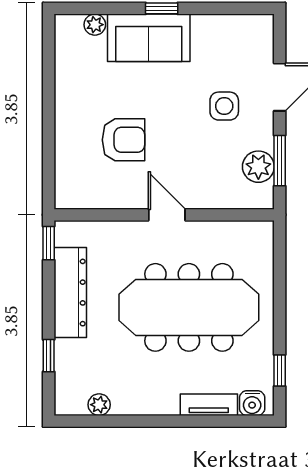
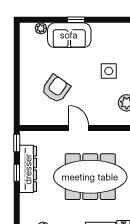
armchair: (123, 140) -> (56, 89), turned -55
window: (49, 356) -> (17, 173), moved

